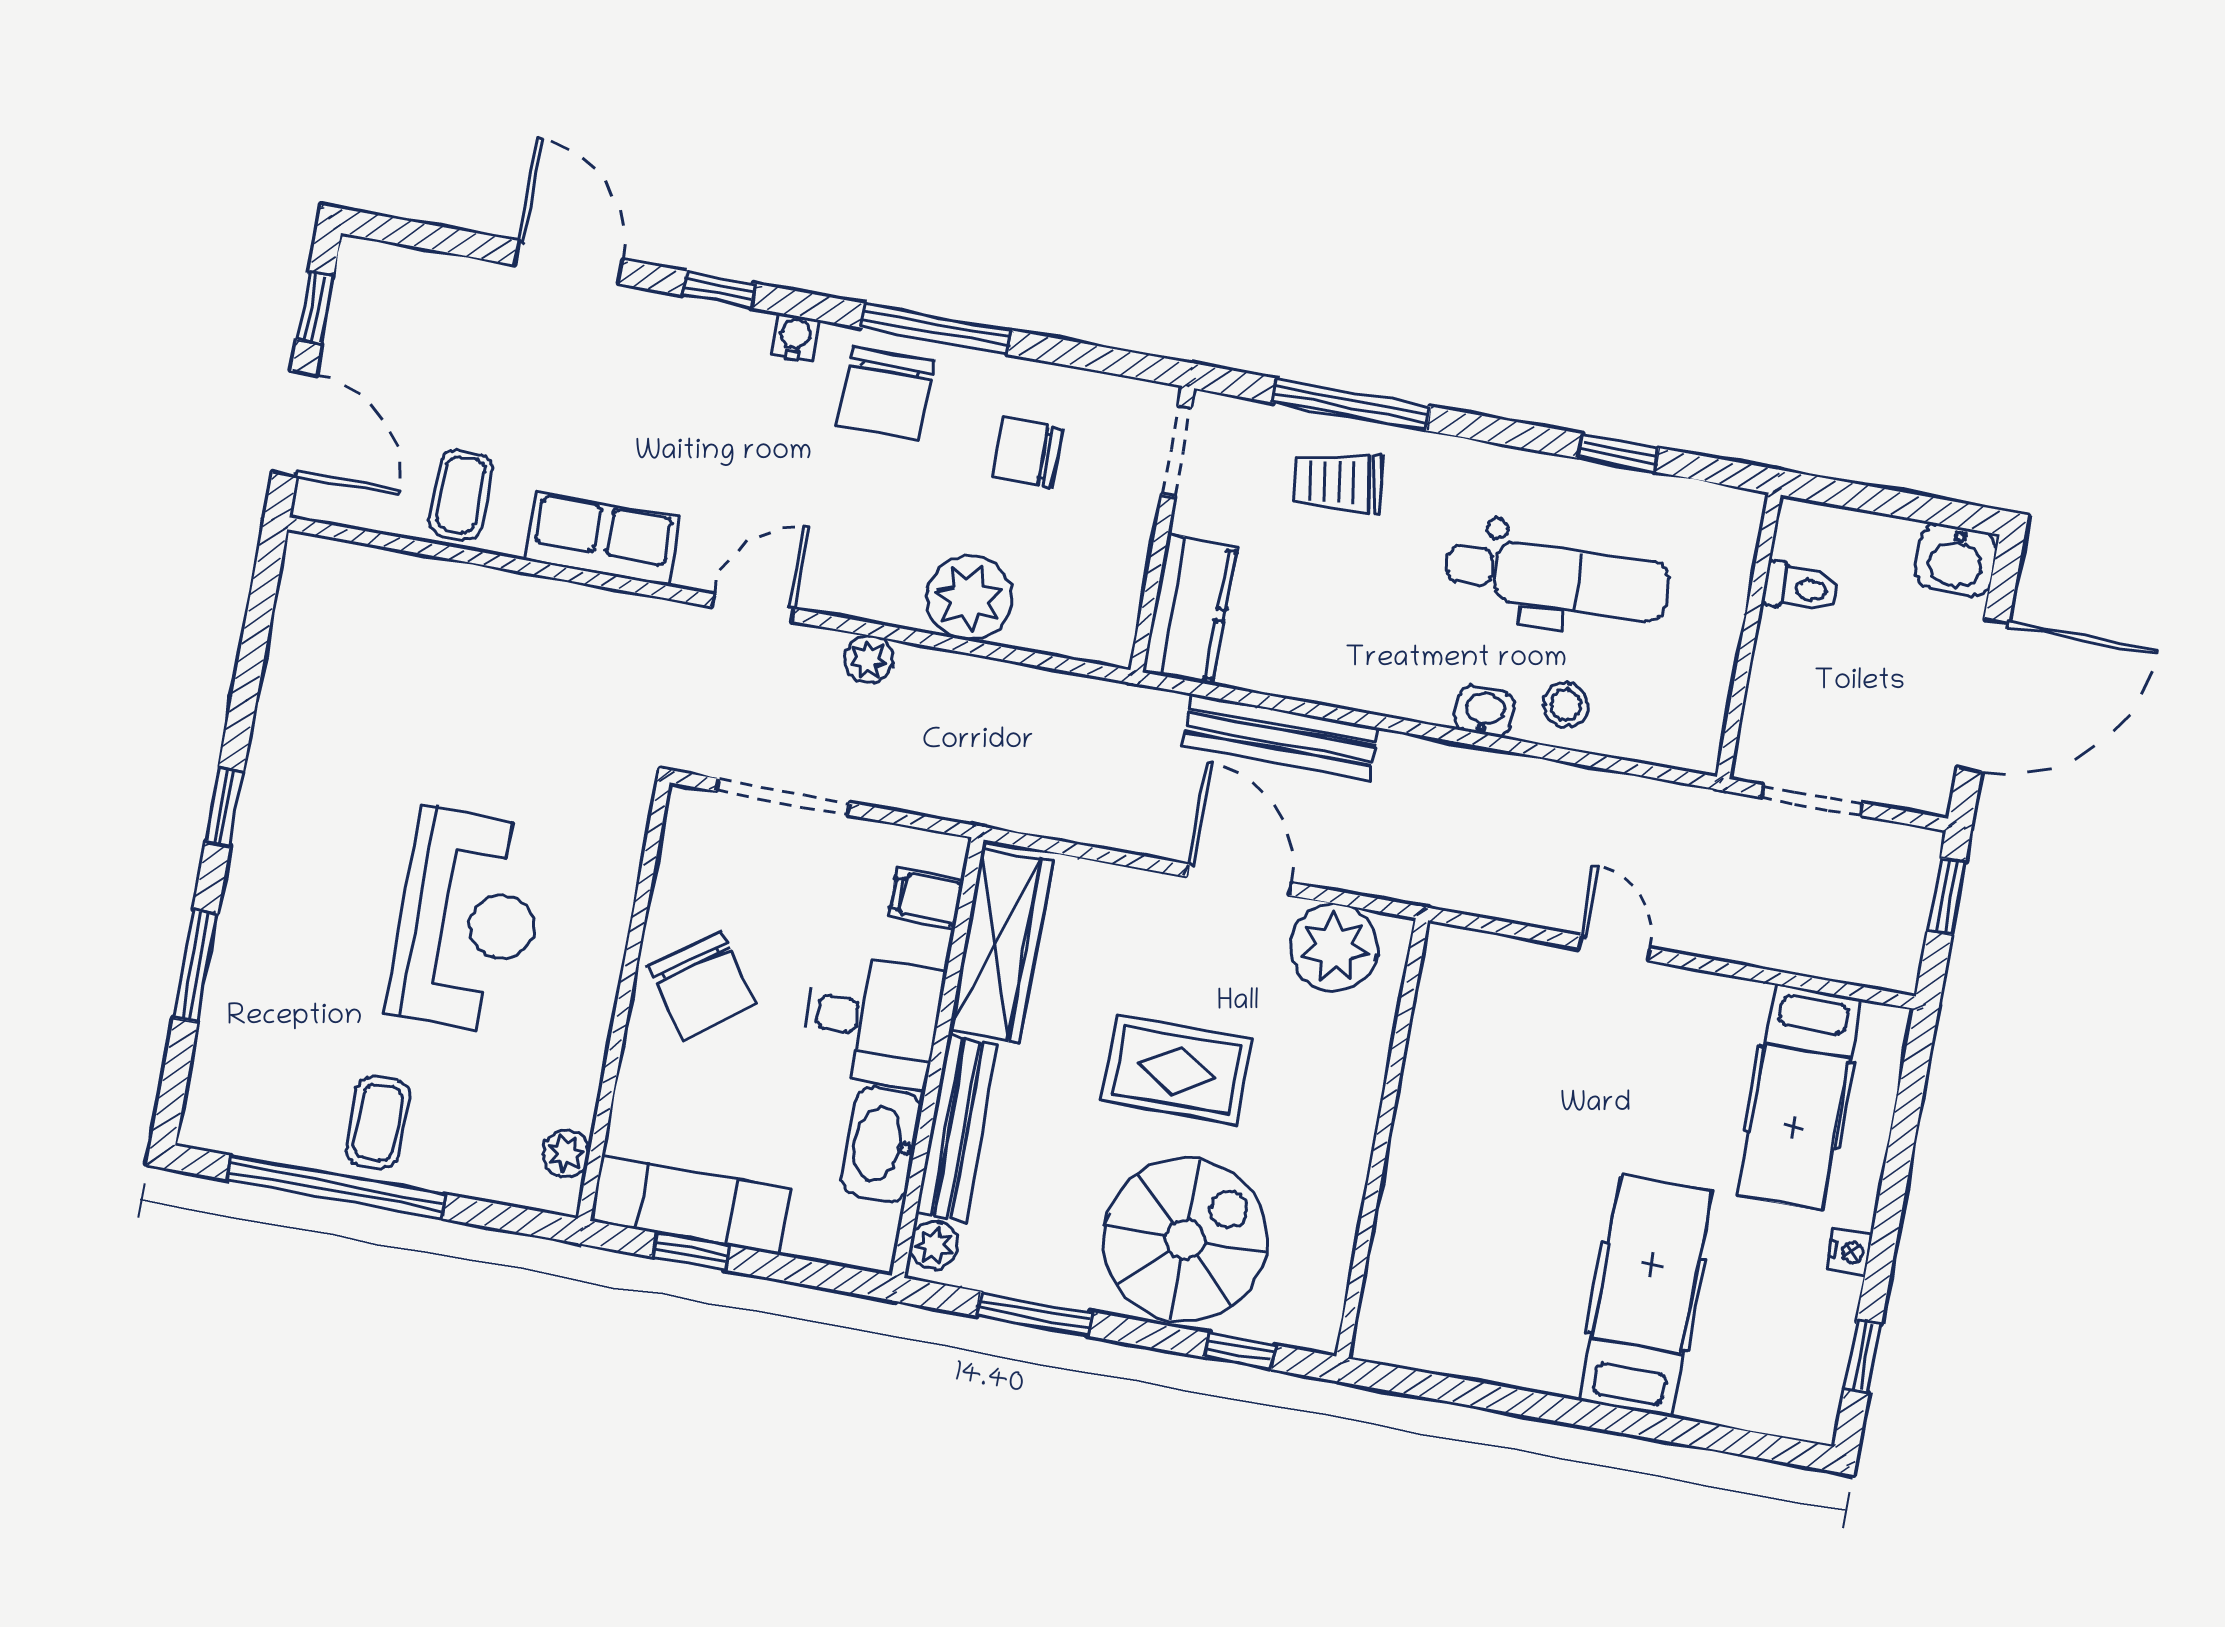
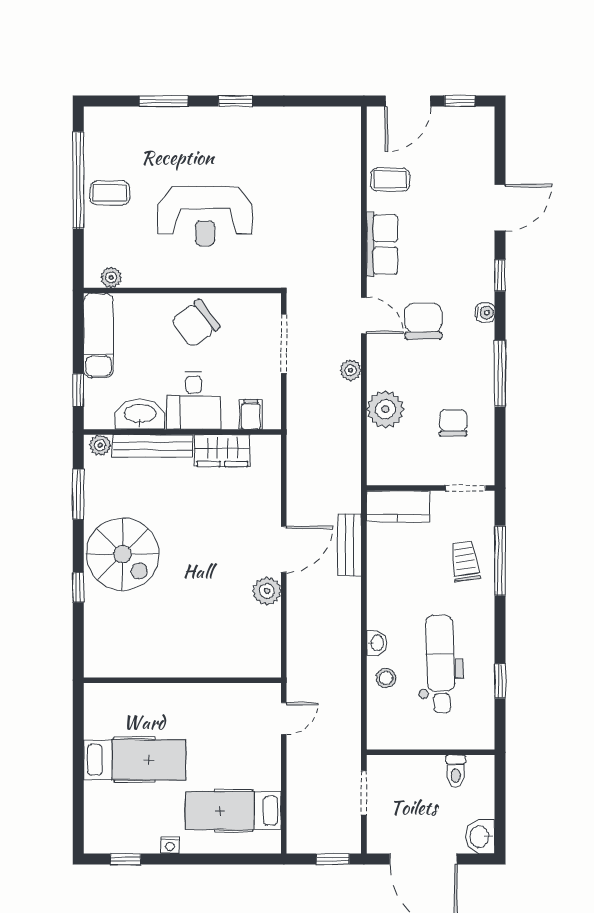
chair: (886, 393) -> (423, 321), moved, turned 90
dental chair: (1557, 578) -> (441, 664), turned 180
bench: (1281, 737) -> (349, 545), width x0.73
wardrobe: (1001, 946) -> (222, 451), width x0.67
plant: (1334, 948) -> (267, 591), width x0.73, depth x0.73
rug: (1176, 1070) -> (196, 537), removed
wall: (1382, 1138) -> (182, 680), moved
window: (690, 1251) -> (78, 390), moved

